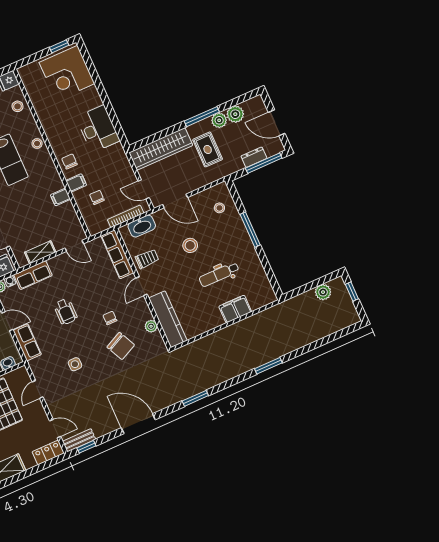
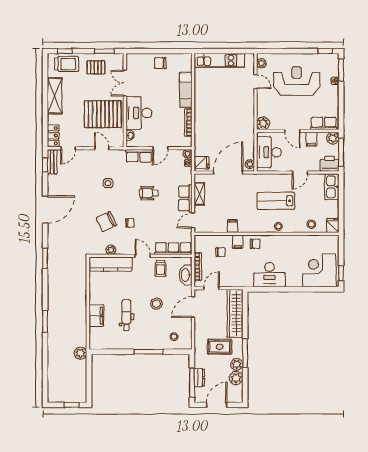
row of seats: (33, 275) -> (185, 198), moved
plant: (323, 292) -> (80, 353), moved

